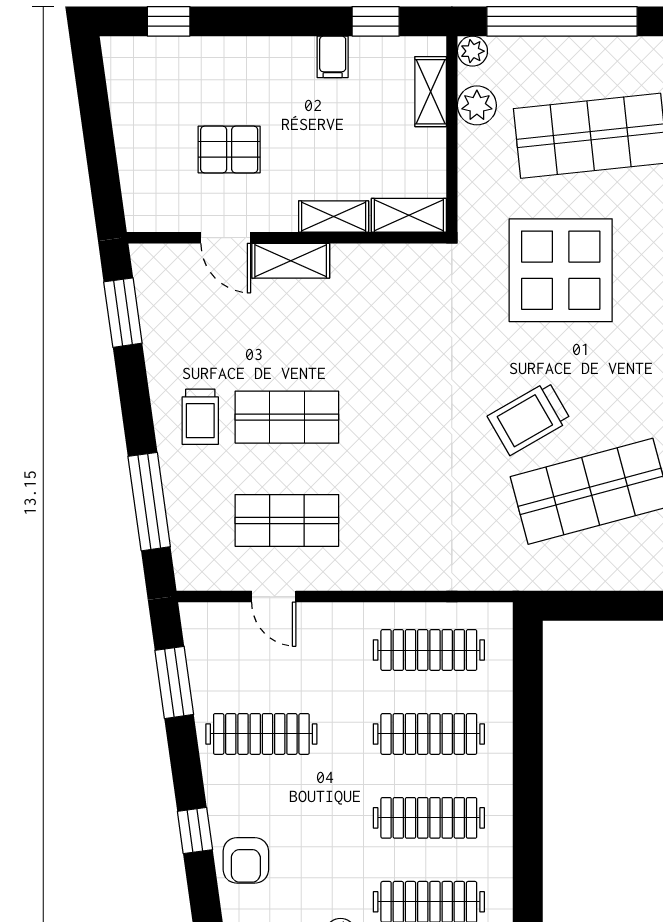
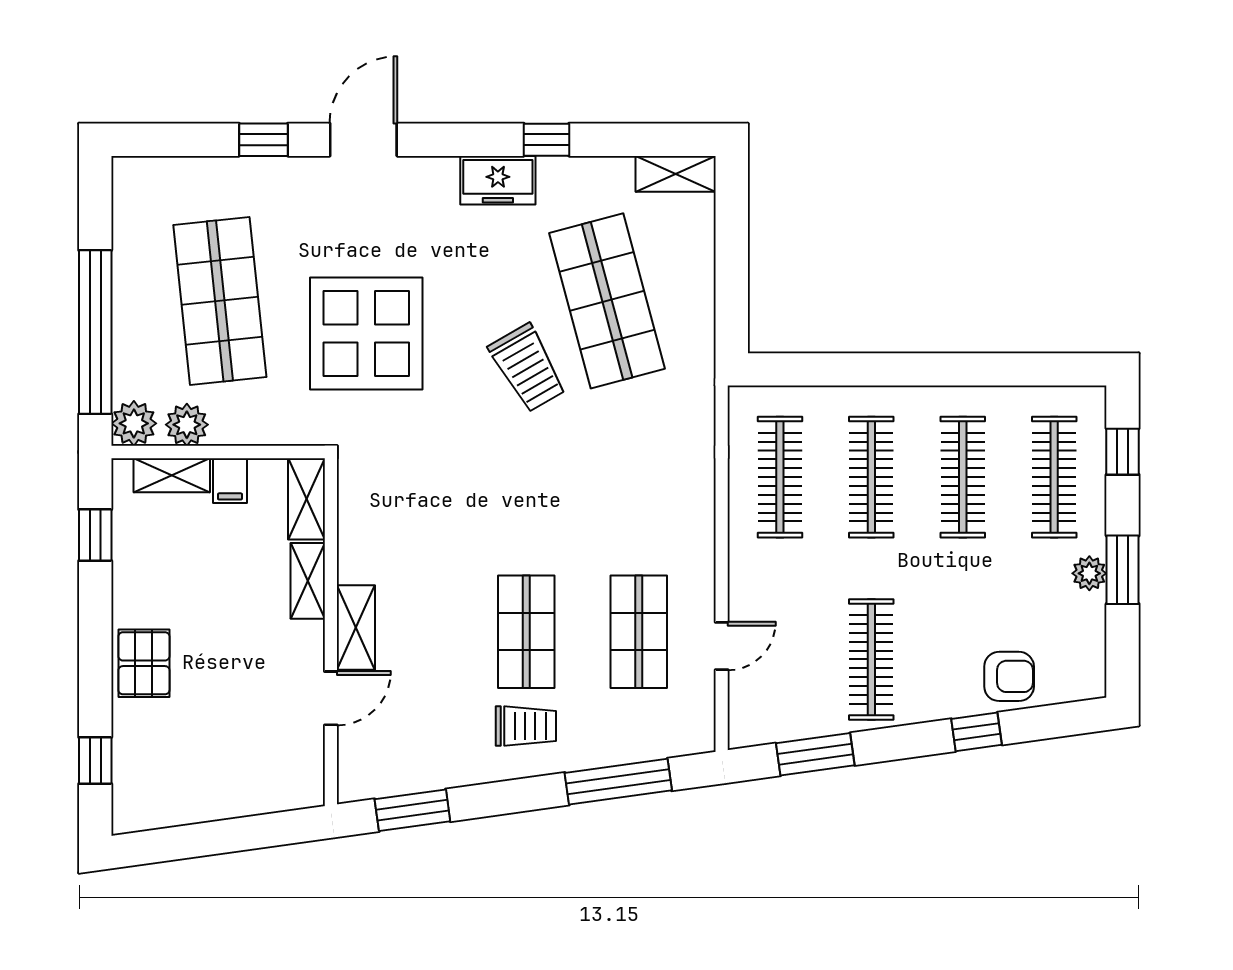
plant: (472, 51) -> (134, 423), width x1.38, depth x1.38
filing cabinet: (333, 57) -> (230, 481), moved, turned 90
pallet: (229, 149) -> (144, 663), moved

